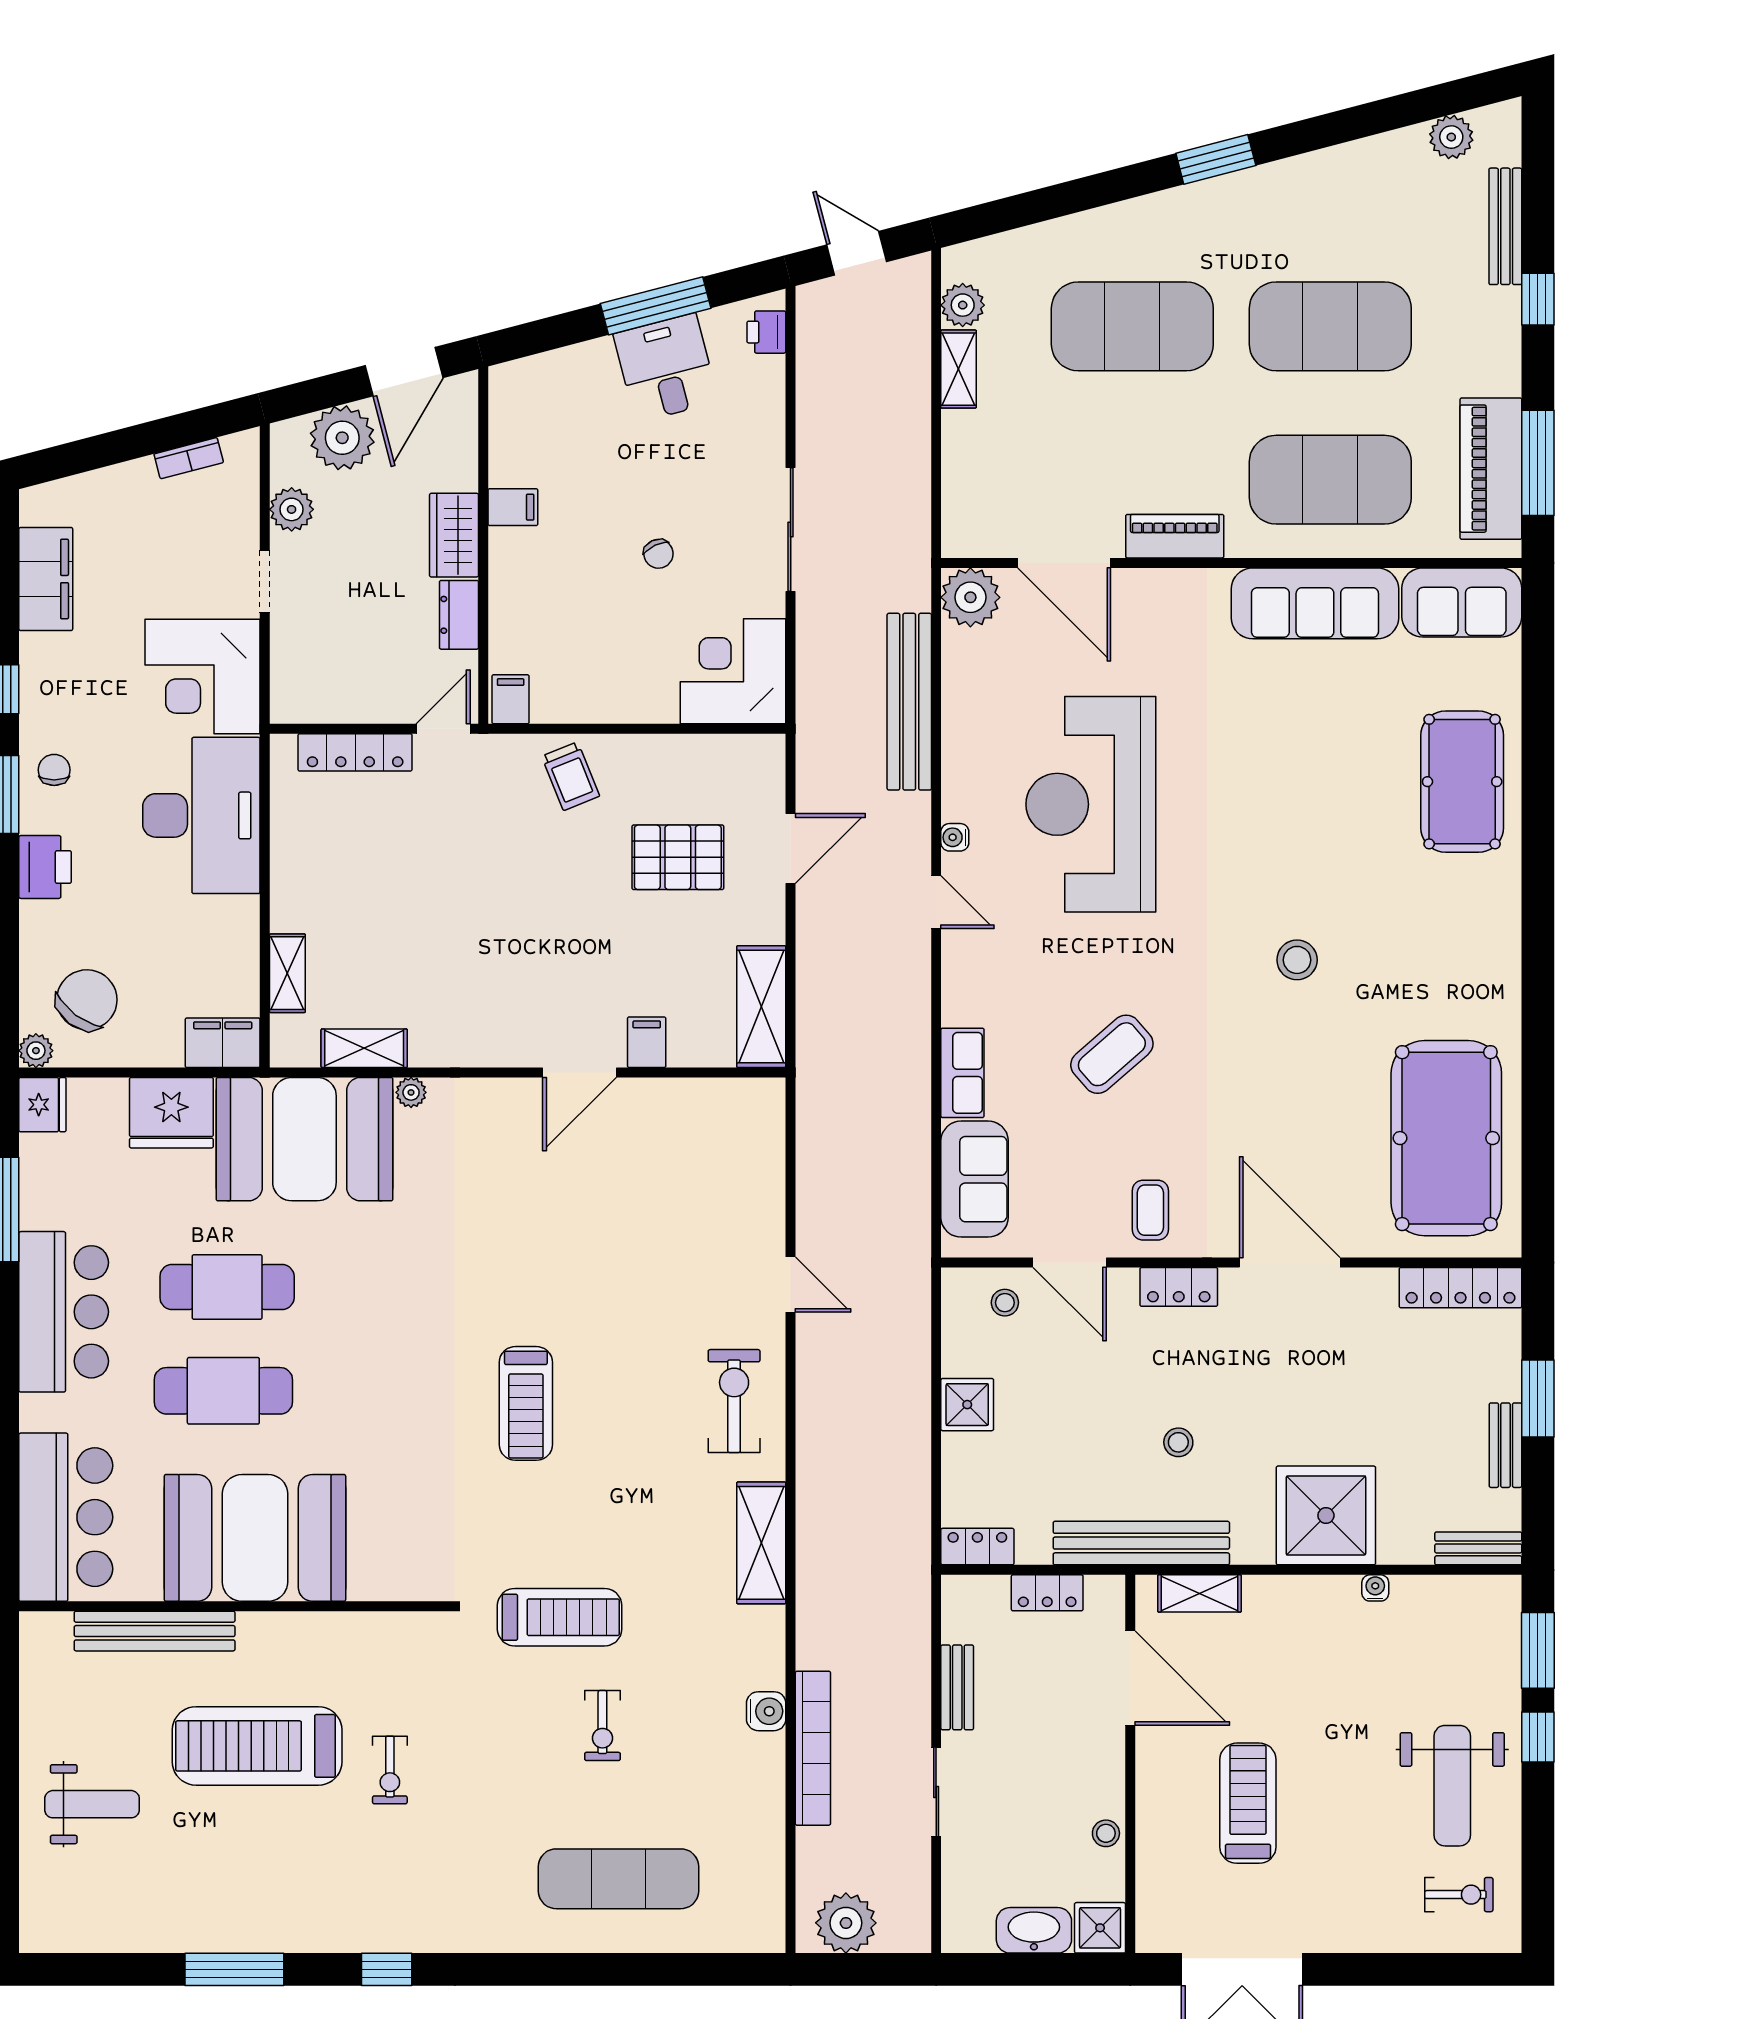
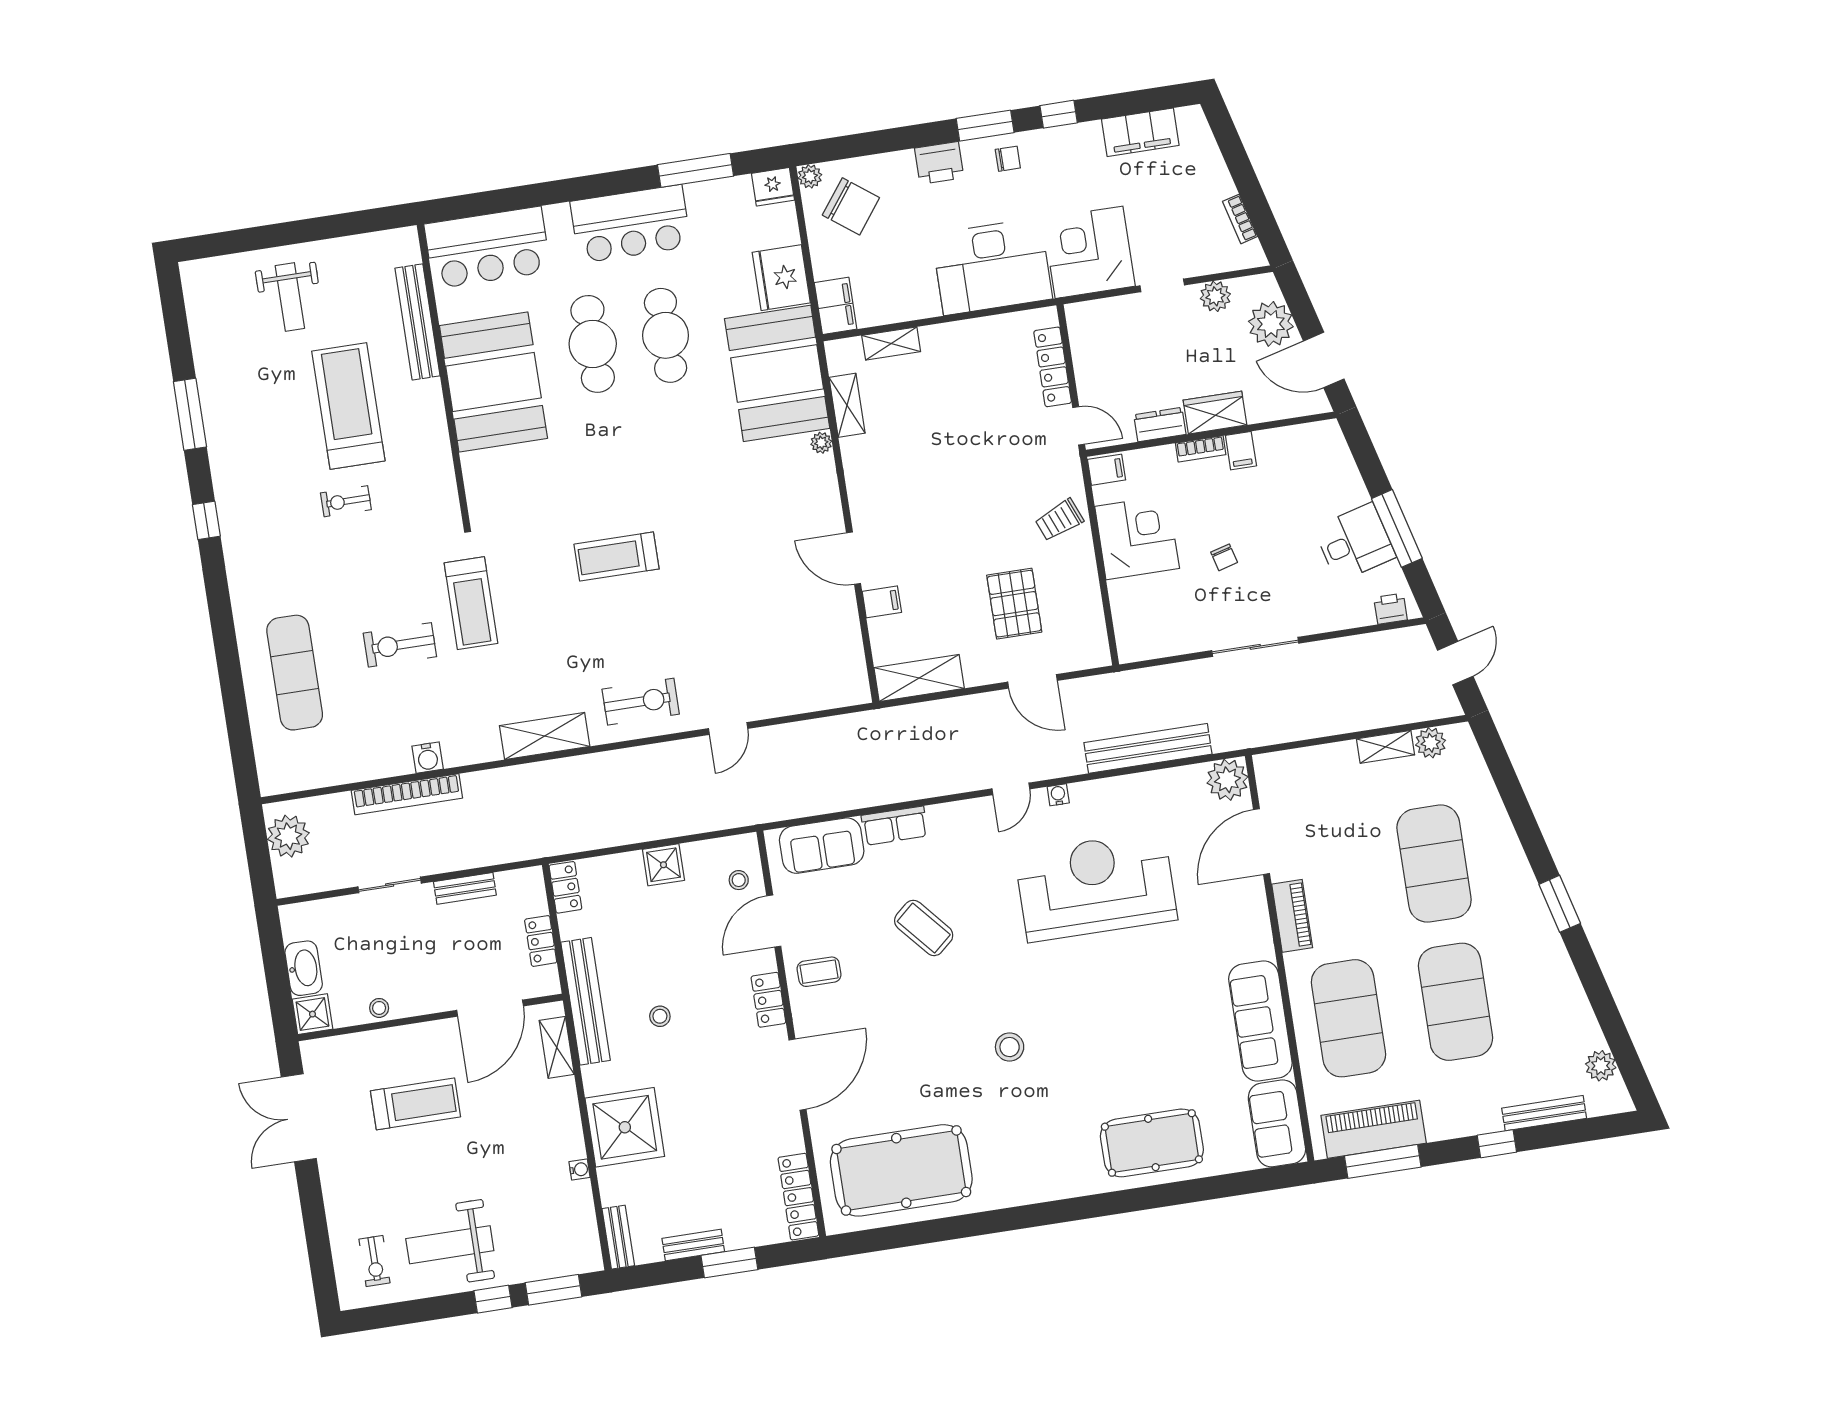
chair: (658, 554) -> (1224, 557), turned -80
bookcase: (502, 563) -> (1201, 449), added
corner desk: (733, 671) -> (1137, 537), moved
exercise bike: (602, 1726) -> (400, 645), width x1.38, depth x1.39

